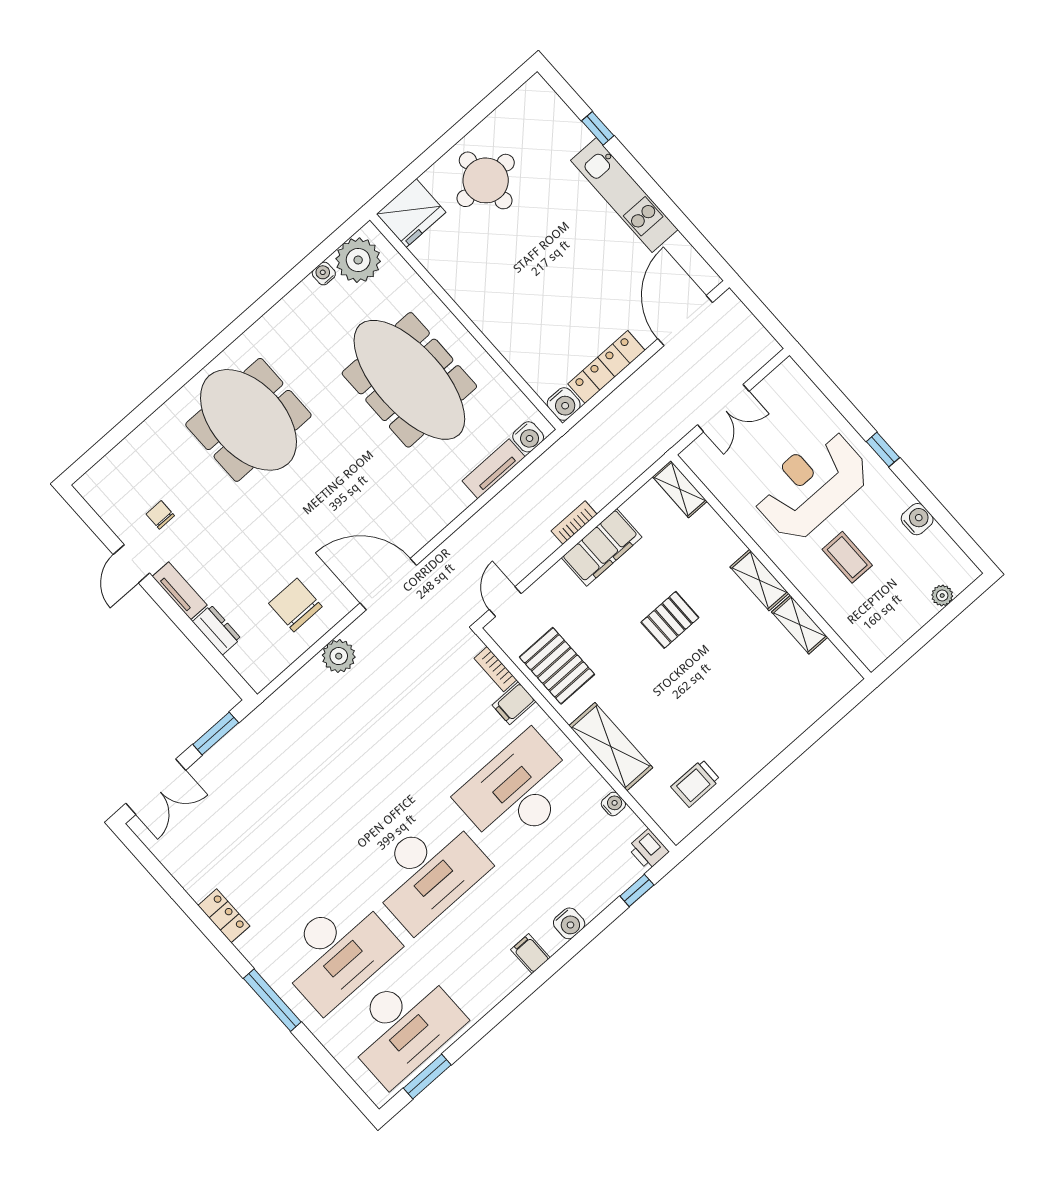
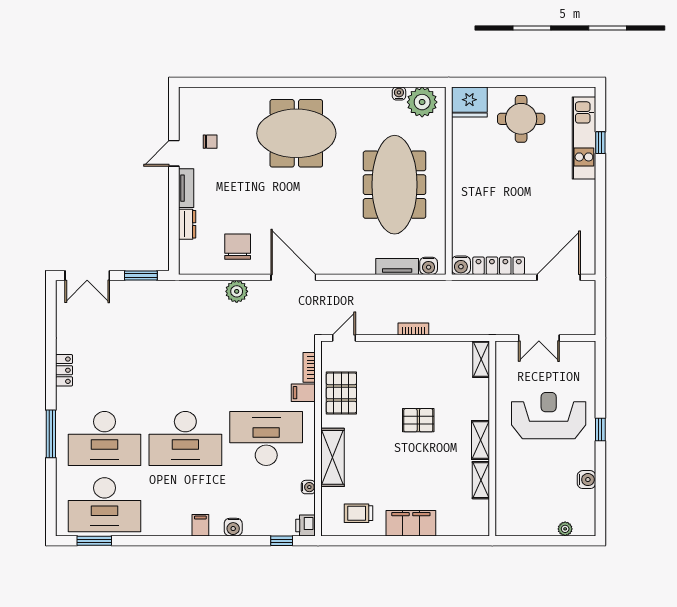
kitchen unit: (624, 195) -> (584, 138), moved
meeting table: (248, 420) -> (296, 133), turned 90
chair: (160, 515) -> (210, 142), turned 90
filing cabinet: (602, 547) -> (411, 523), moved, turned 180
coffee table: (847, 557) -> (535, 468), removed

